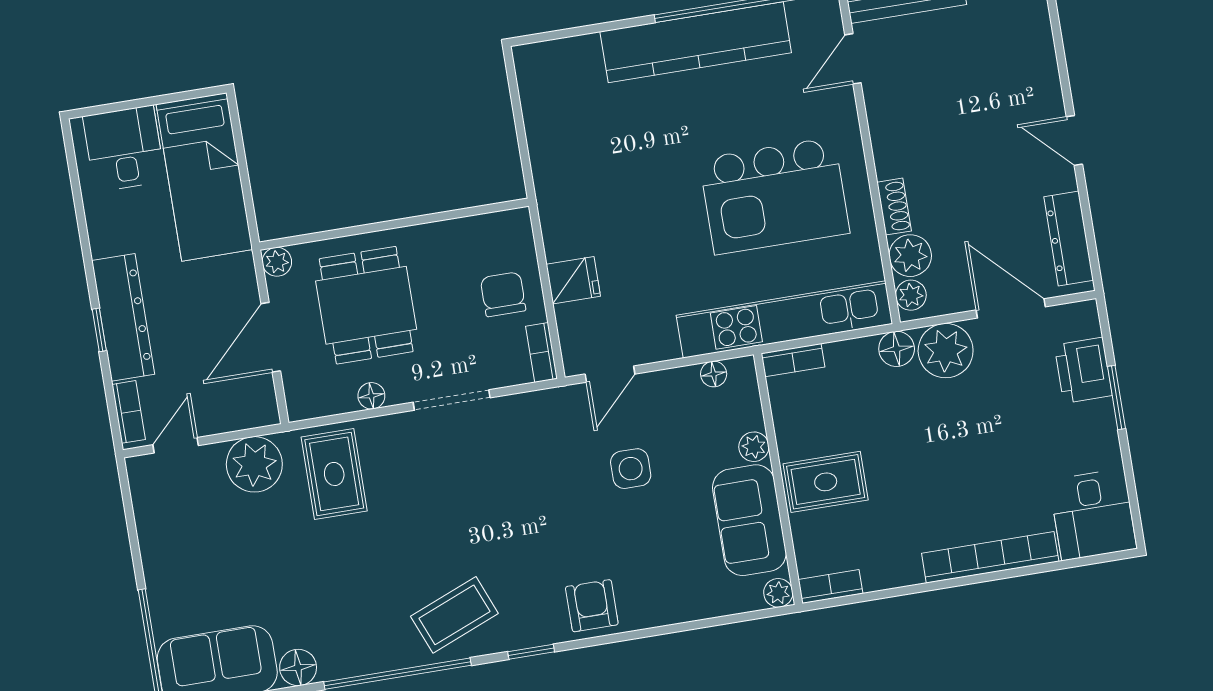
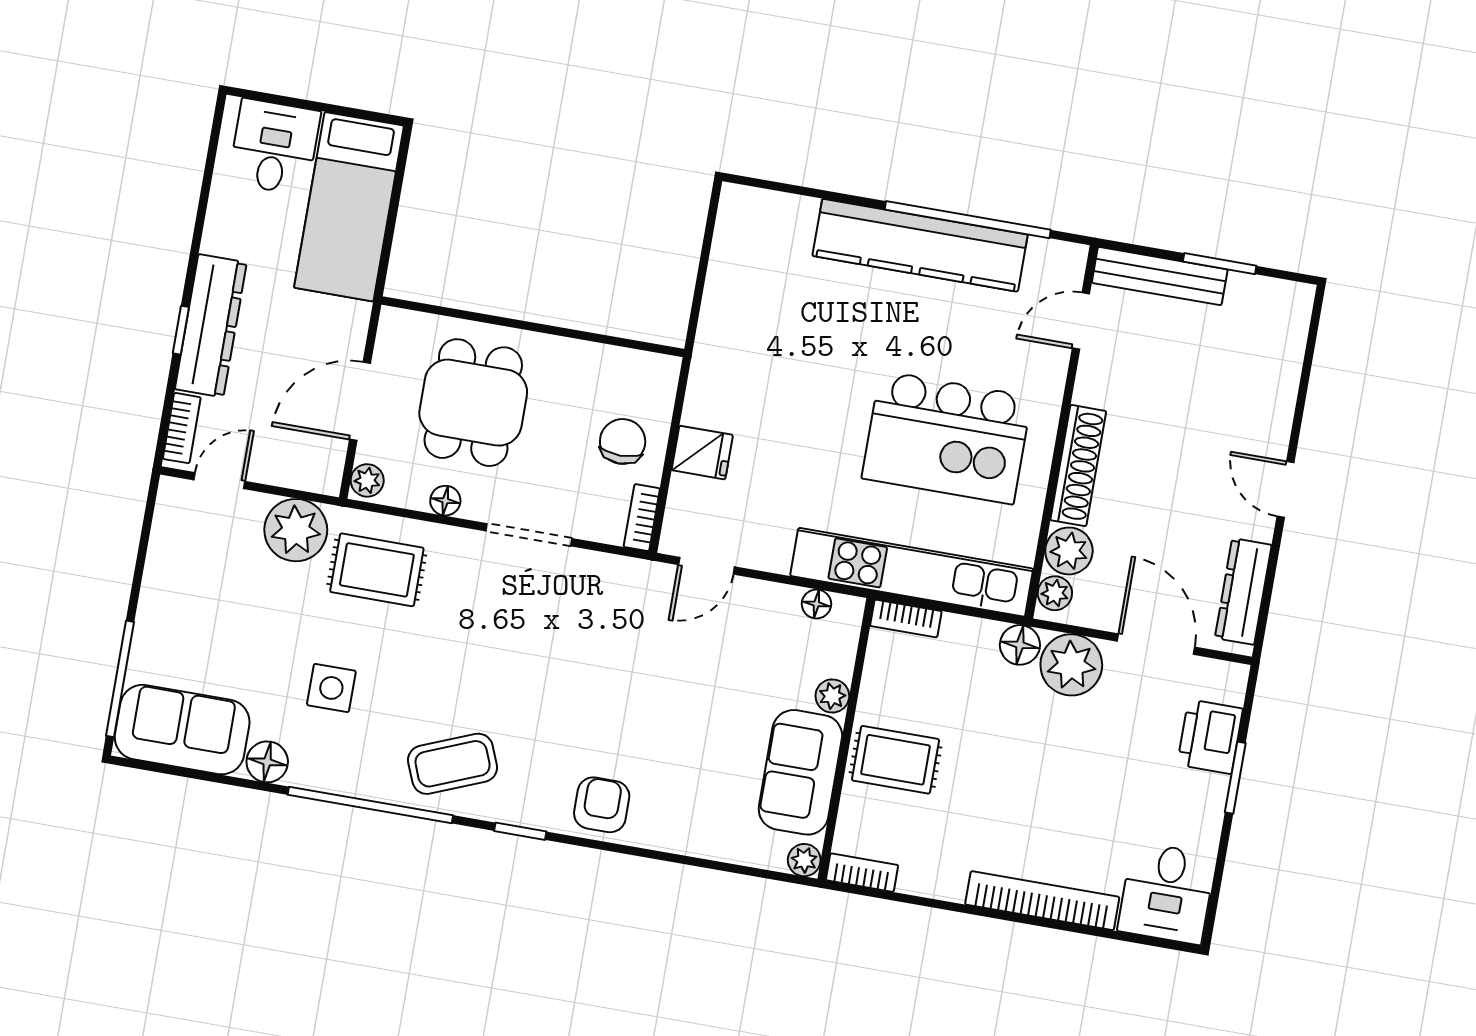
shoe rack: (894, 207) -> (1078, 466), width x1.94, depth x1.24
plant: (277, 262) -> (367, 480), moved
side table: (631, 469) -> (331, 688), moved
rug: (334, 474) -> (377, 570), turned 90

